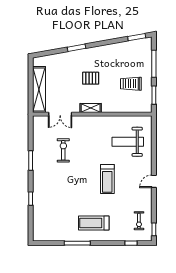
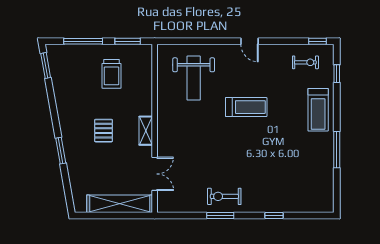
exercise bike: (63, 150) -> (224, 196), moved
treadmill: (94, 223) -> (318, 110), moved

